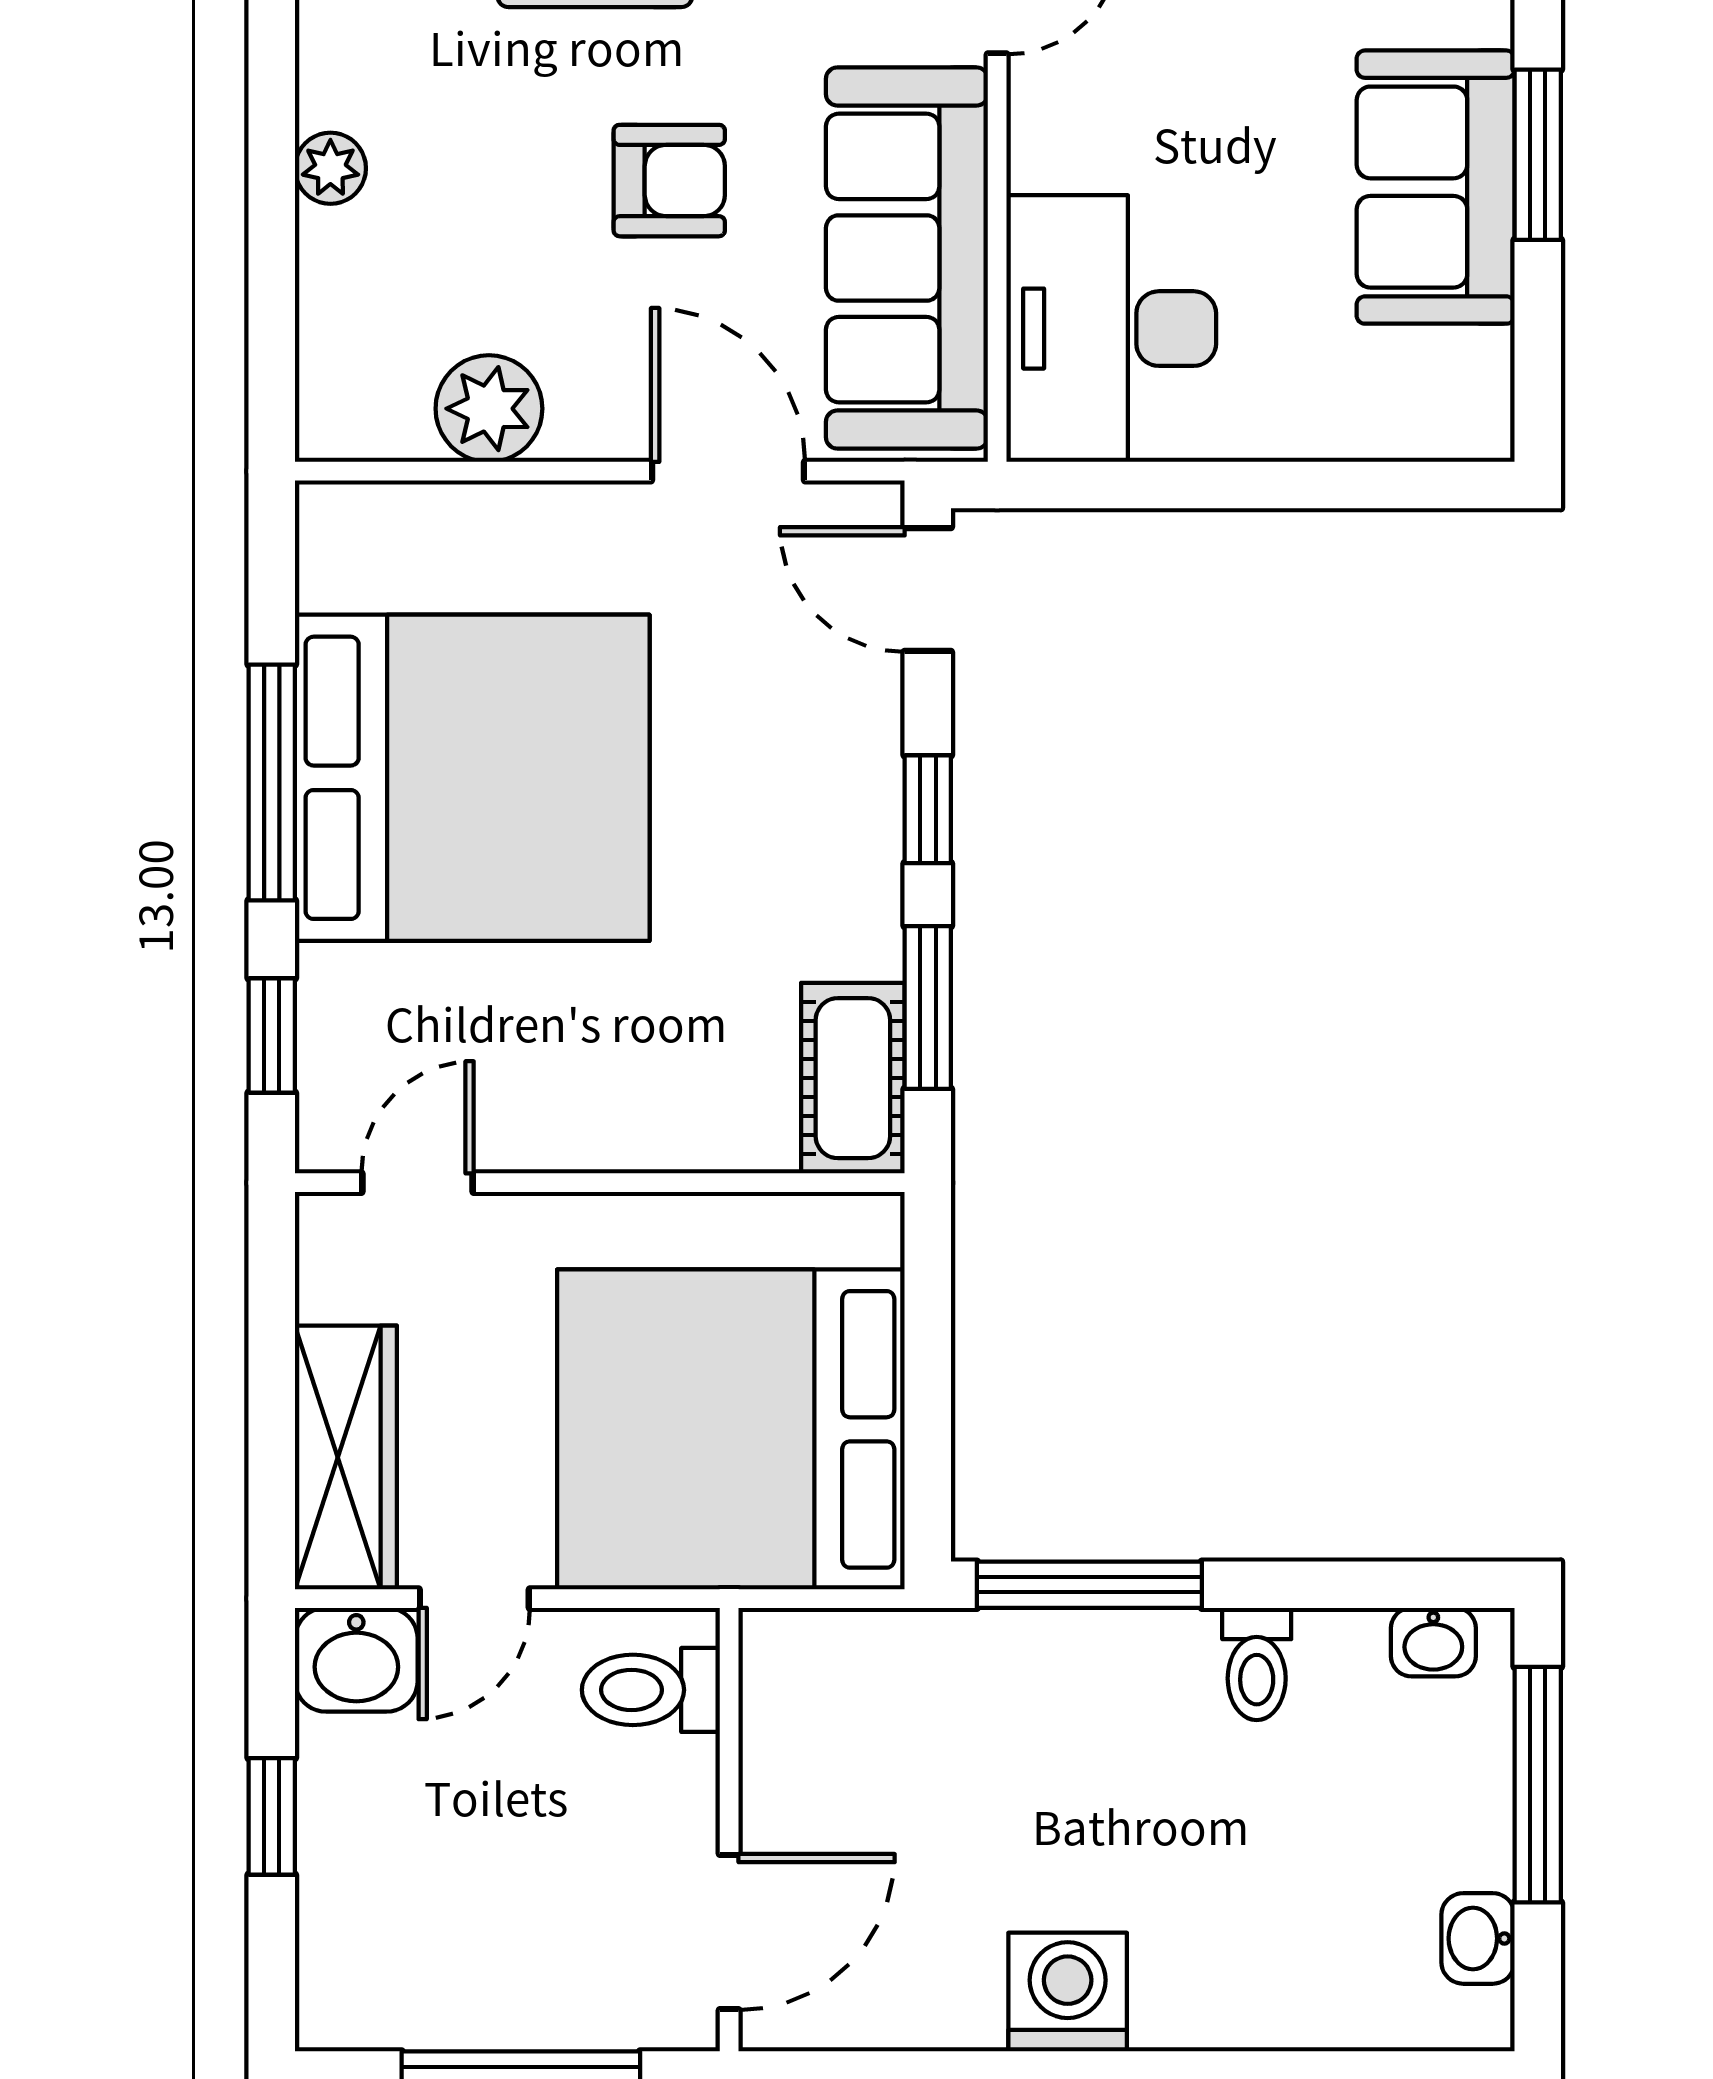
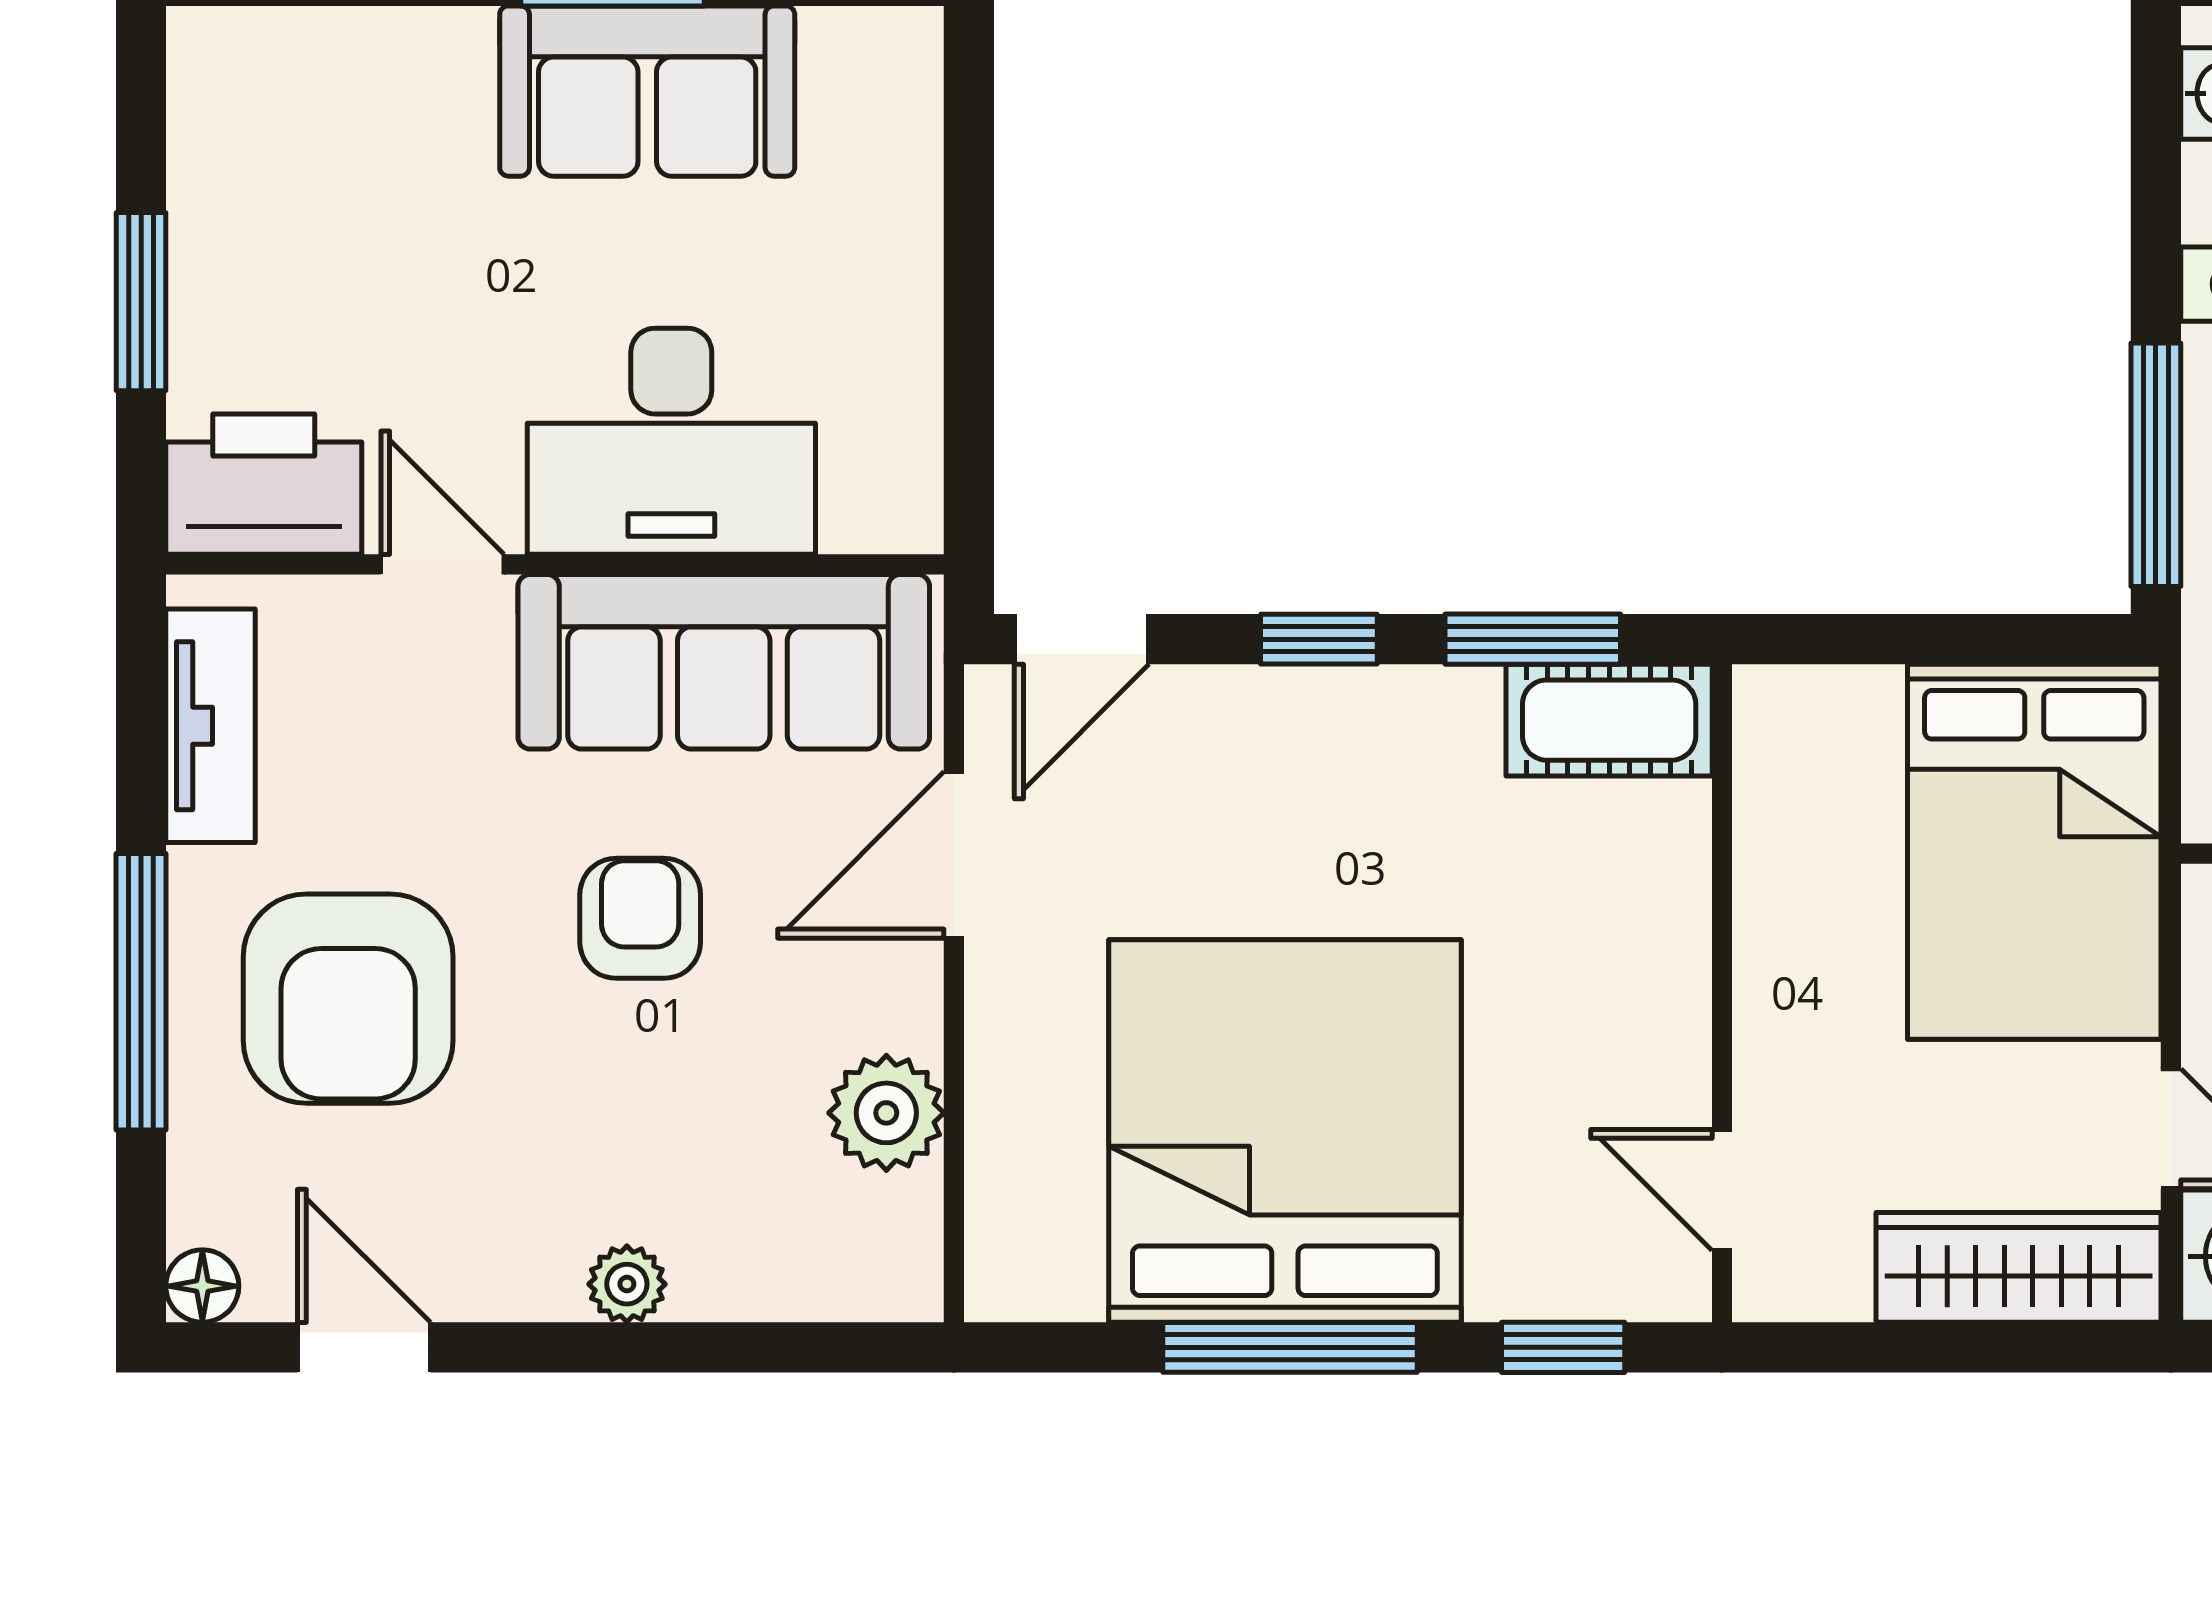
desk: (1111, 329) -> (671, 441), moved
bed: (731, 1429) -> (2034, 852), width x0.73

